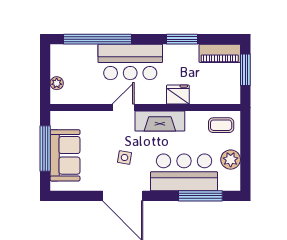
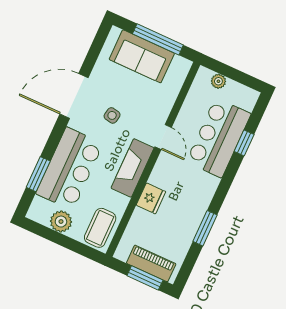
window: (98, 39) -> (244, 143), width x0.32
piano: (220, 53) -> (151, 263), moved, turned 90
bar counter: (130, 62) -> (219, 138), moved
coffee table: (221, 125) -> (100, 228), width x1.36, depth x1.30
window: (200, 196) -> (38, 174), width x0.69

